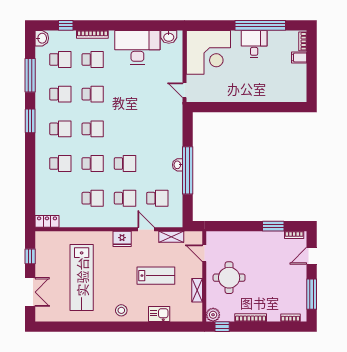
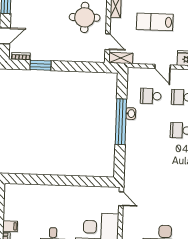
washbasin: (178, 165) -> (131, 114), moved
shelving: (171, 237) -> (121, 58), moved

